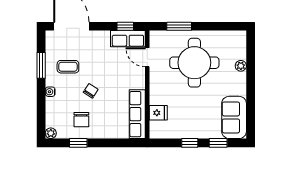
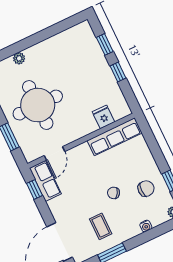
water cooler: (50, 92) -> (146, 226), moved
sofa: (234, 117) -> (73, 41), removed

